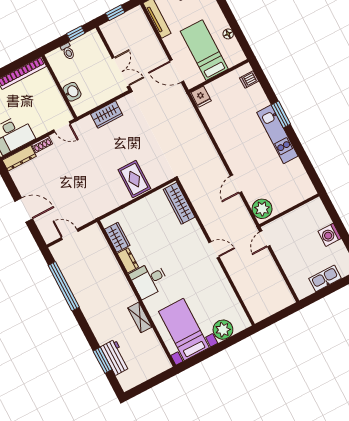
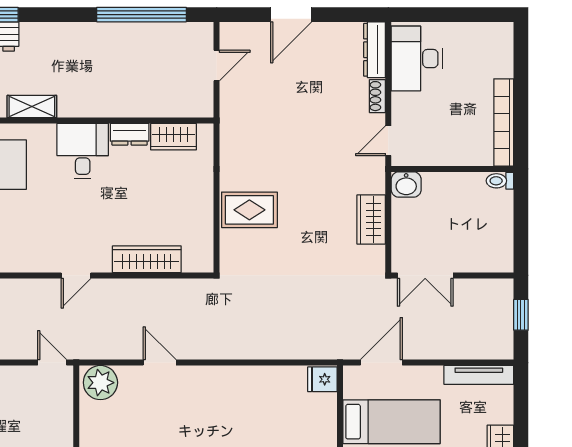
window: (76, 33) -> (521, 238), removed
toilet: (68, 51) -> (500, 181), moved
washbasin: (72, 92) -> (406, 185), moved
wardrobe: (179, 203) -> (147, 259), moved

